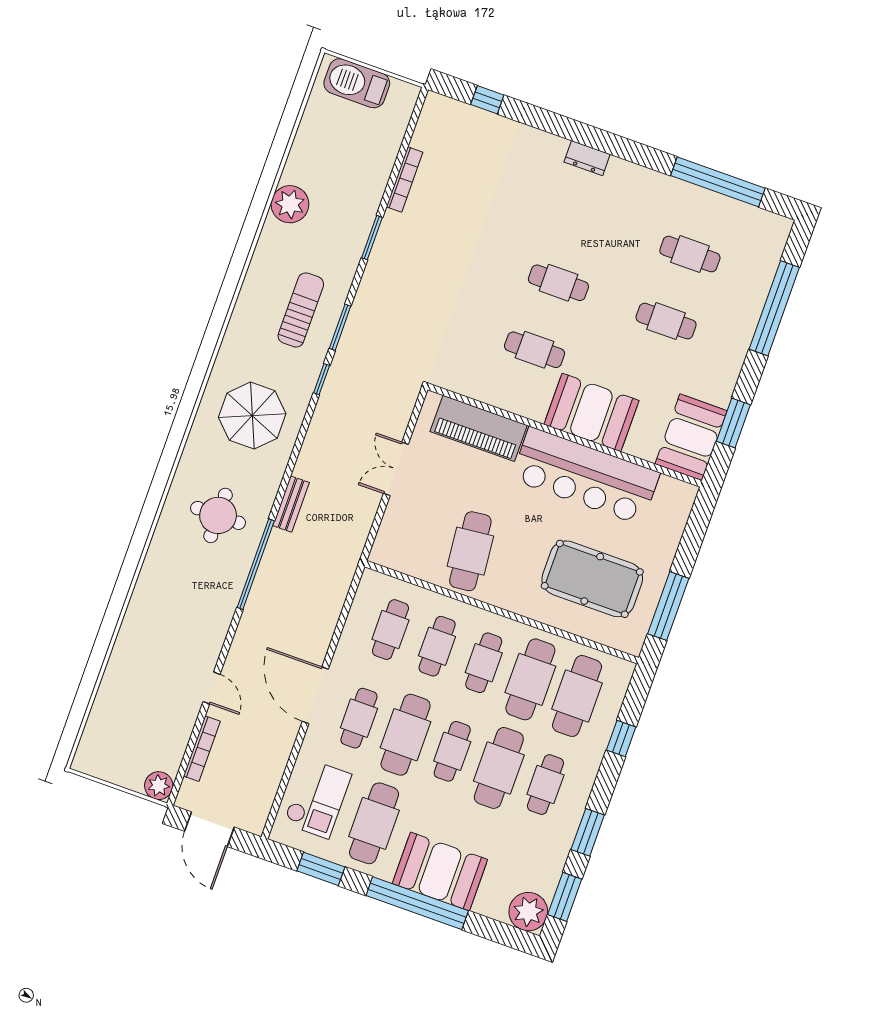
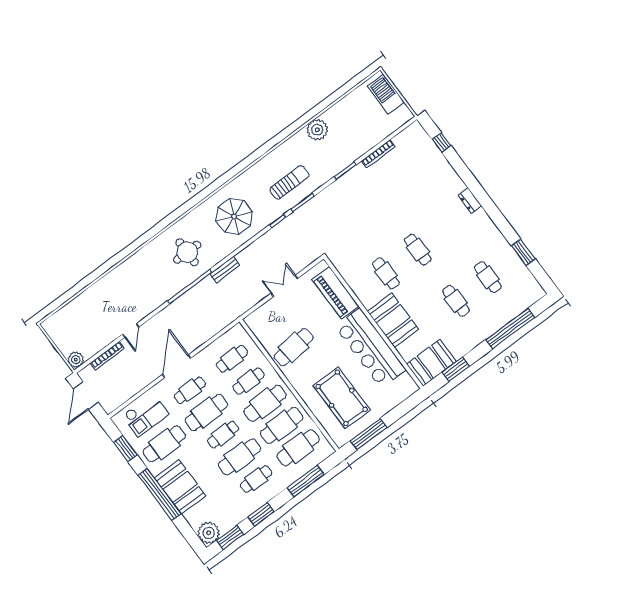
window: (718, 182) -> (523, 252), width x0.47
cafe table: (484, 663) -> (265, 403), width x1.37, depth x1.35
window: (621, 738) -> (306, 481), width x2.17

